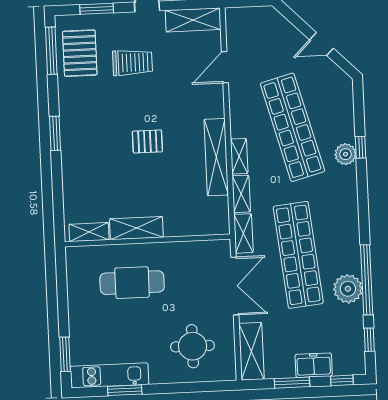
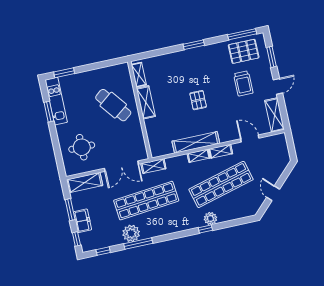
window: (361, 147) -> (205, 229), moved
shelving: (241, 194) -> (221, 151), moved
window: (367, 280) -> (138, 243), width x0.68
cafe table: (132, 283) -> (113, 105), turned -38

